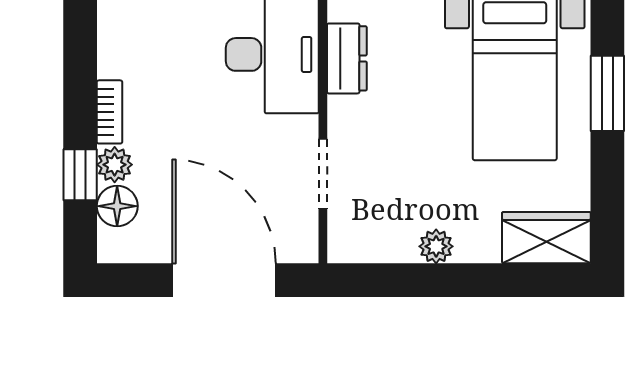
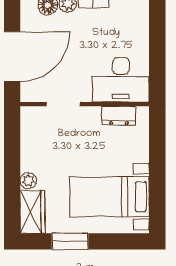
window: (607, 93) -> (70, 241), moved
plant: (436, 246) -> (28, 181), moved

